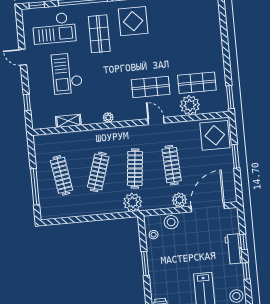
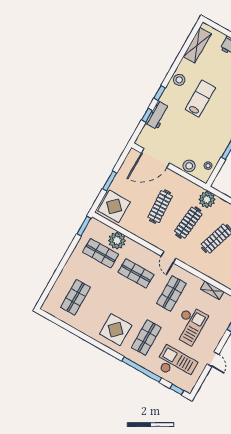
shop shelf: (192, 25) -> (76, 297), added
shop shelf: (104, 91) -> (171, 293), added
plant: (108, 117) -> (182, 273), removed
door: (156, 121) -> (168, 257), moved
plant: (179, 200) -> (172, 178), removed

